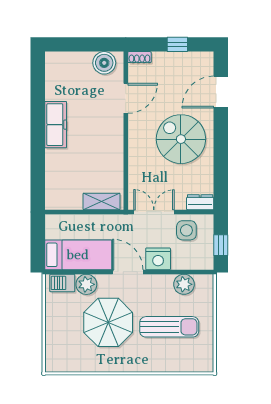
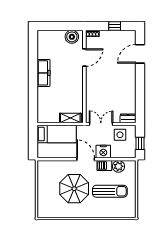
spiral stairs: (181, 139) -> (117, 81), removed
bed: (78, 255) -> (57, 134), moved
barbecue: (62, 283) -> (104, 166), moved
plant: (86, 284) -> (61, 166), removed

